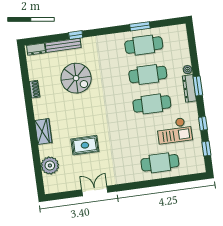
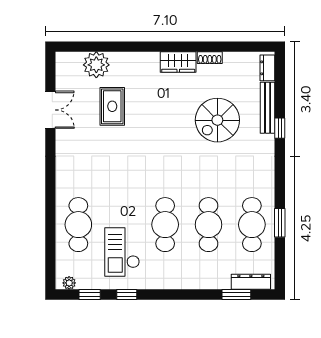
plant: (187, 70) -> (69, 283), moved
window: (198, 86) -> (236, 295), moved
dresser: (189, 88) -> (251, 282), moved
wardrobe: (43, 132) -> (178, 62), moved
rug: (85, 145) -> (112, 106), moved
double door: (95, 191) -> (50, 110), moved

